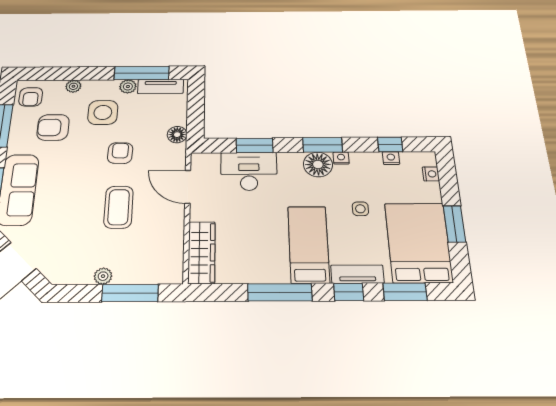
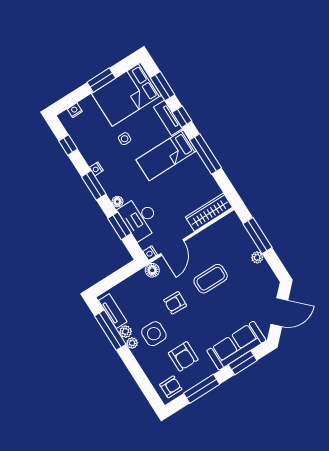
plant: (73, 86) -> (132, 343), moved
floor lamp: (177, 135) -> (152, 270), moved
nightstand: (391, 158) -> (150, 253), moved
floor lamp: (318, 164) -> (117, 202), moved, width x0.53, depth x0.53

